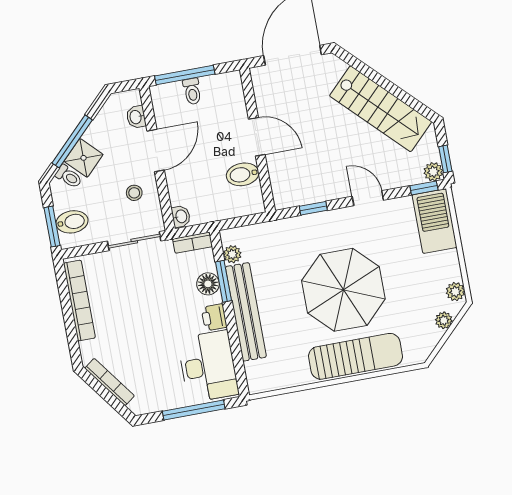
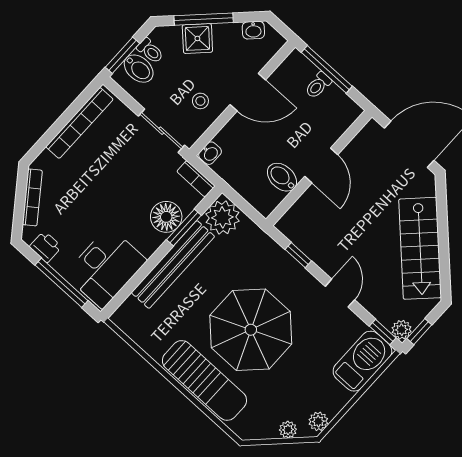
washbasin: (136, 117) -> (253, 30), moved, turned -135
toilet: (69, 177) -> (150, 51), moved, turned -45
plant: (232, 254) -> (222, 217), width x1.88, depth x1.88
floor lamp: (208, 284) -> (166, 217), width x1.38, depth x1.38
printer: (214, 317) -> (46, 247), moved, turned 90

